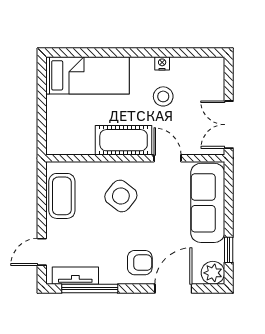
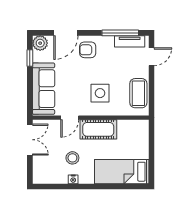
door: (167, 158) -> (70, 118), hinge flipped
side table: (121, 196) -> (100, 93), turned -38

